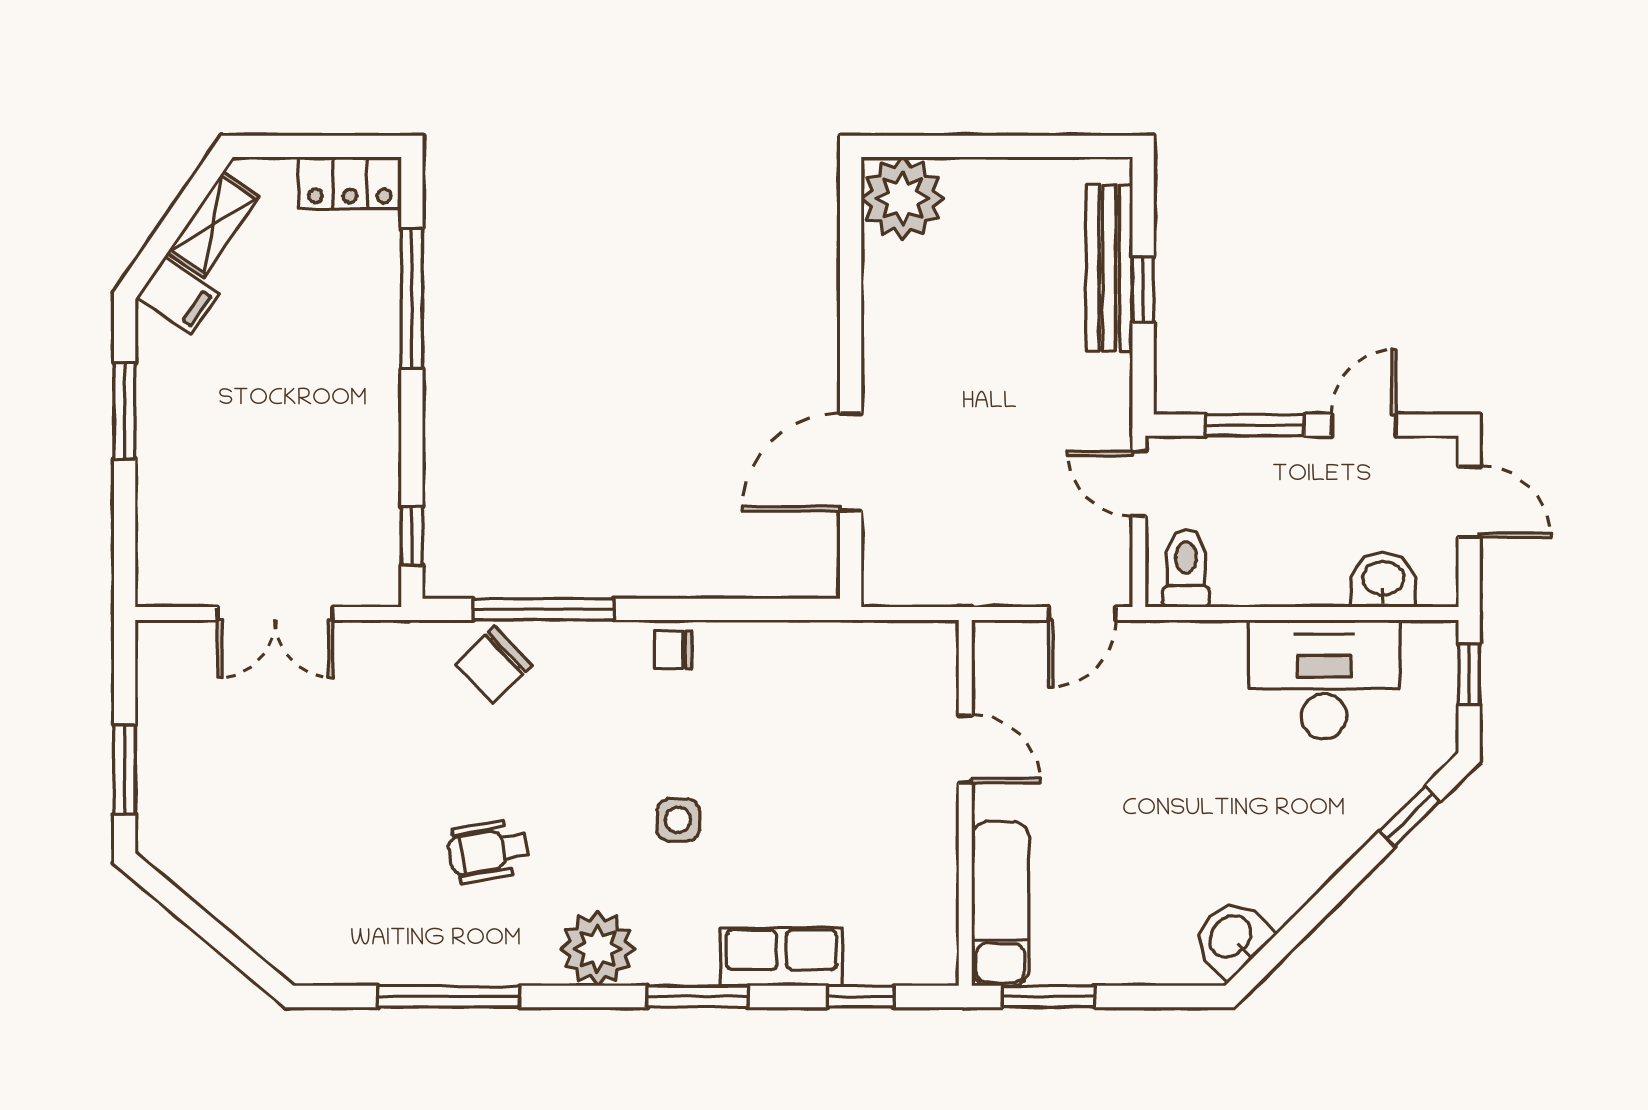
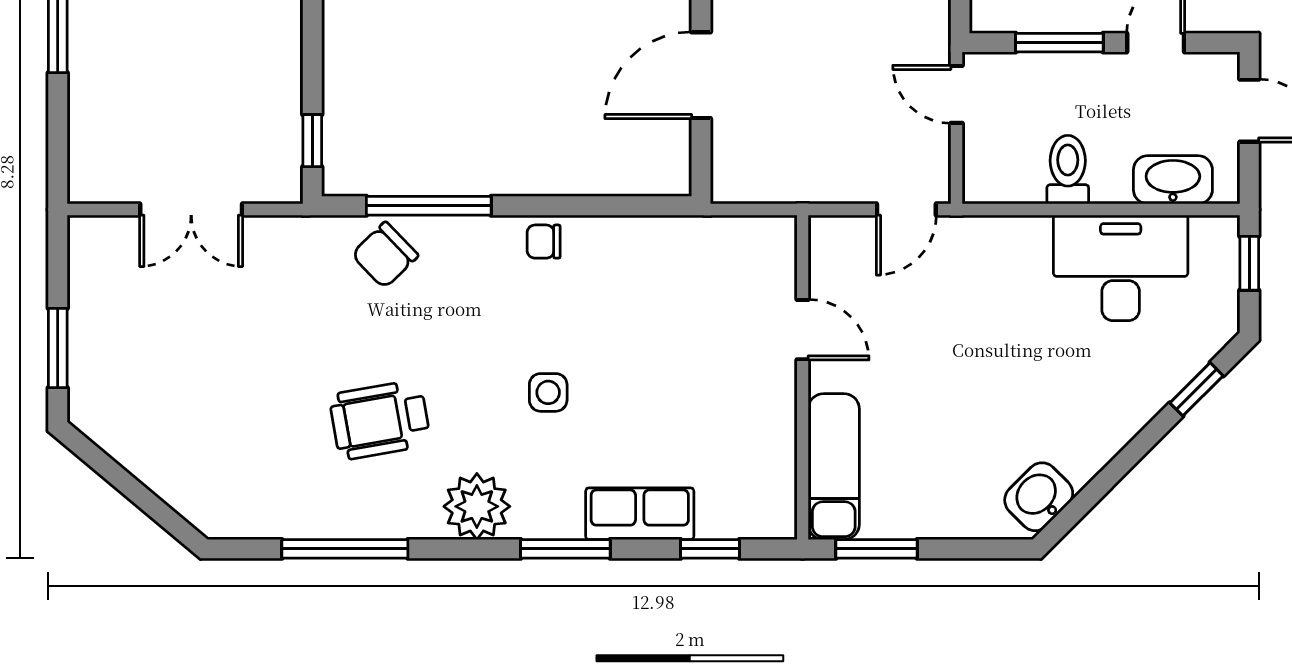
toilet: (1186, 568) -> (1068, 170), moved
washbasin: (1383, 580) -> (1173, 180), width x1.38
wheelchair: (488, 851) -> (380, 420), width x1.36, depth x1.37

